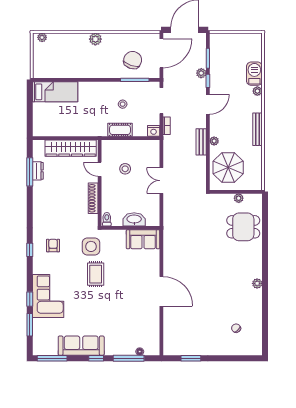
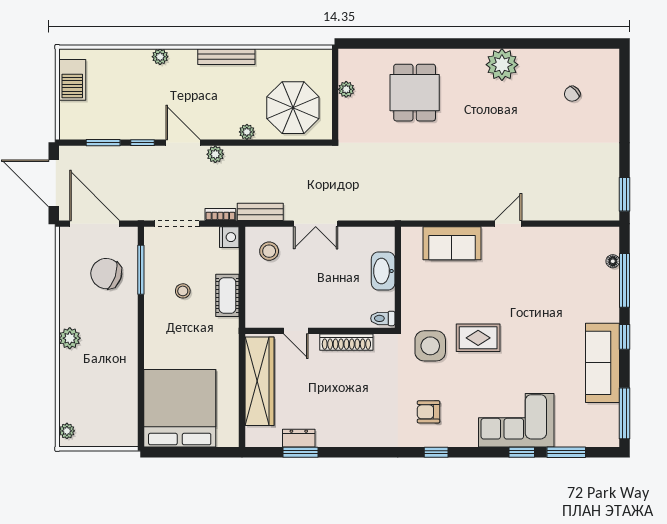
plant: (201, 73) -> (215, 154), moved
barbecue: (254, 74) -> (72, 80), moved, turned -90
bed: (55, 92) -> (180, 408), width x2.04
bench: (201, 142) -> (260, 212), moved
door: (100, 169) -> (296, 331), hinge flipped
stool: (125, 169) -> (269, 251), moved
window: (30, 172) -> (301, 452), width x0.69
dining table: (243, 227) -> (415, 93), moved
sofa: (143, 239) -> (452, 243), moved, turned 90
plant: (257, 283) -> (502, 65), width x1.87, depth x1.87
door: (161, 291) -> (508, 224), width x0.53
window: (191, 358) -> (624, 194), moved

